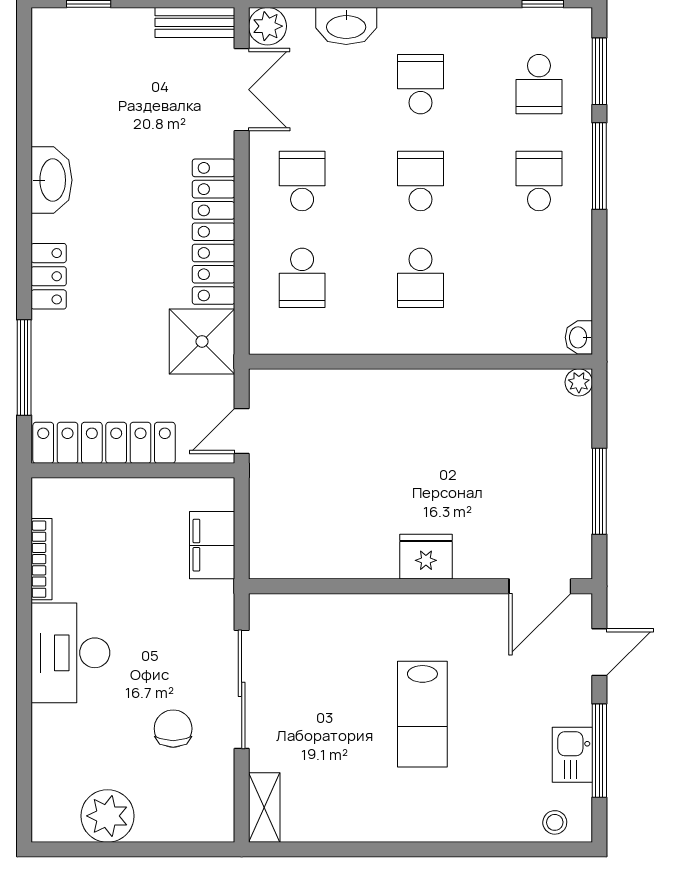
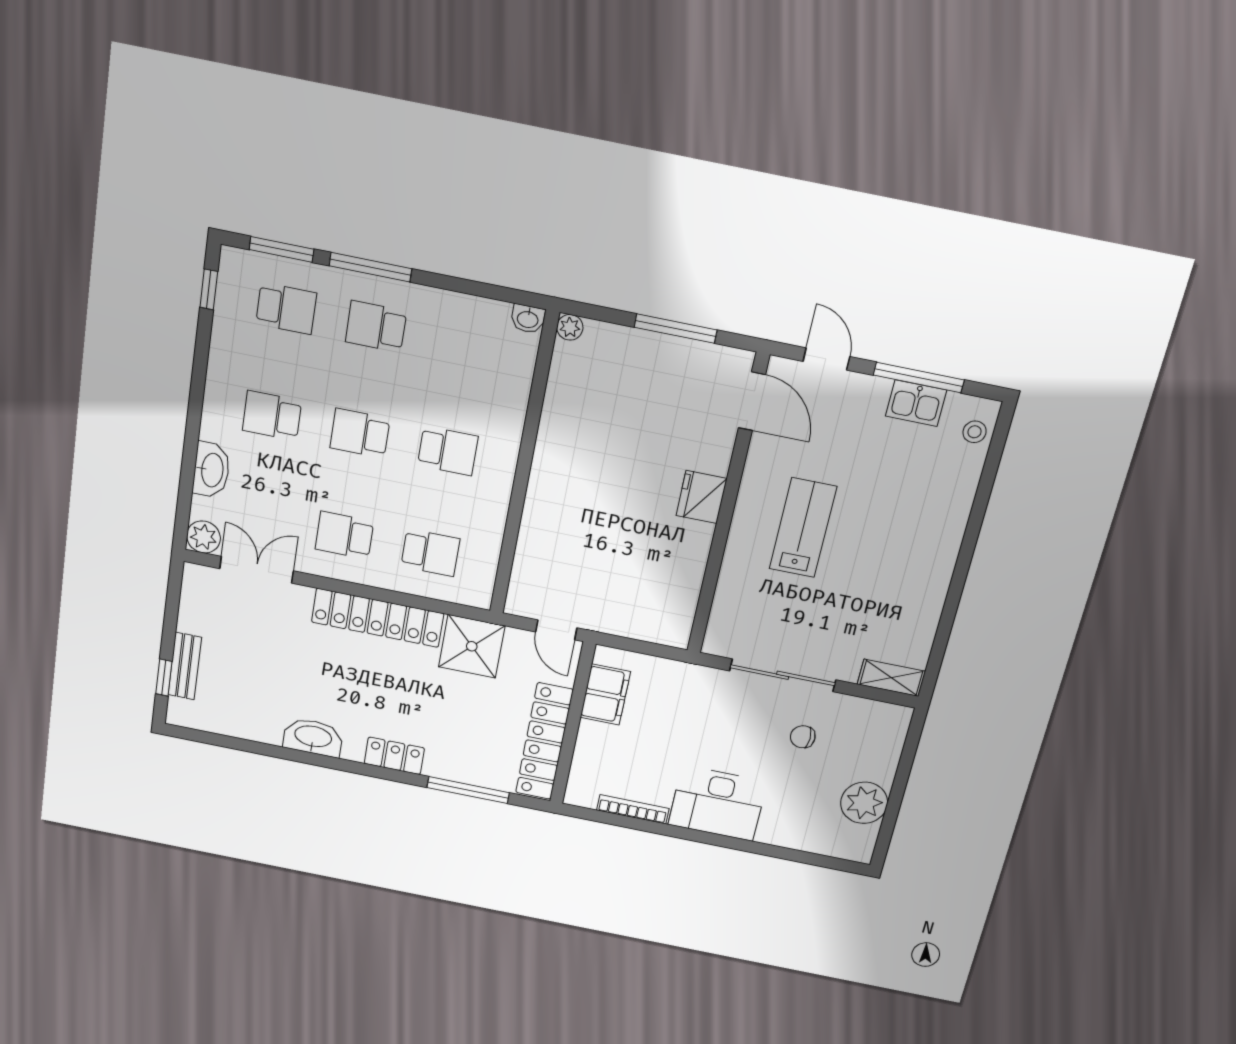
bench: (195, 22) -> (185, 666), moved
filing cabinet: (212, 545) -> (605, 695), moved, turned -90
lab bench: (422, 714) -> (803, 528), moved, turned -90
chair: (173, 729) -> (803, 737), width x0.73, depth x0.73

